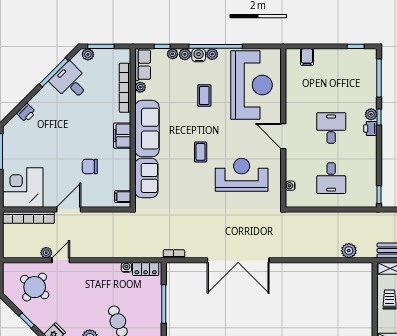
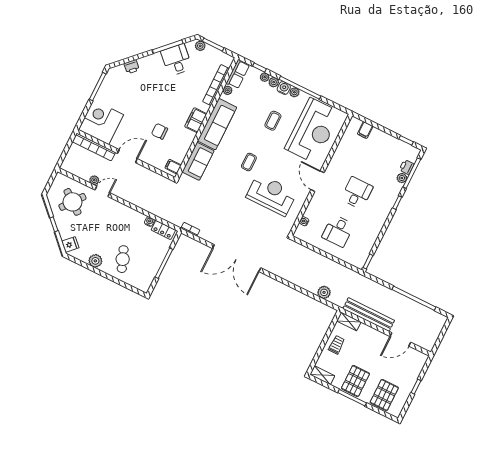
plant: (371, 114) -> (402, 178), moved
printer: (370, 128) -> (407, 167), moved

